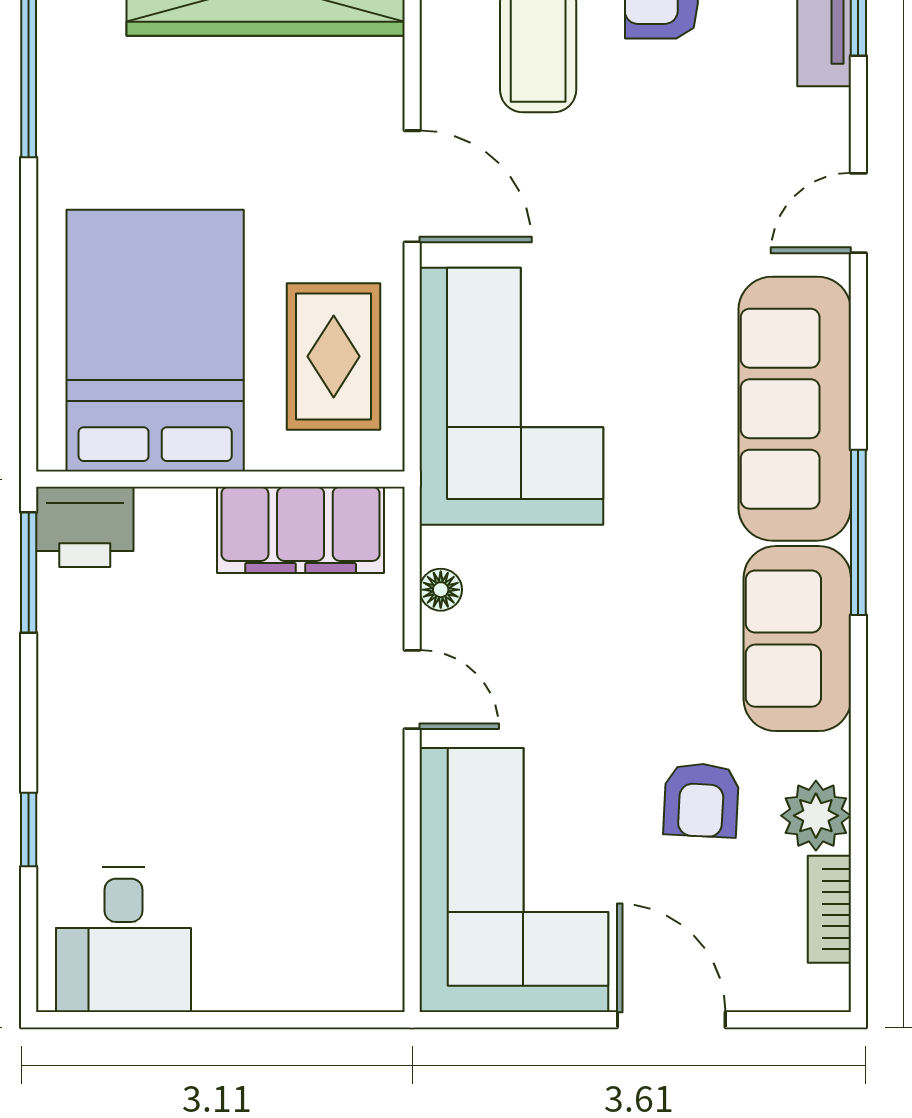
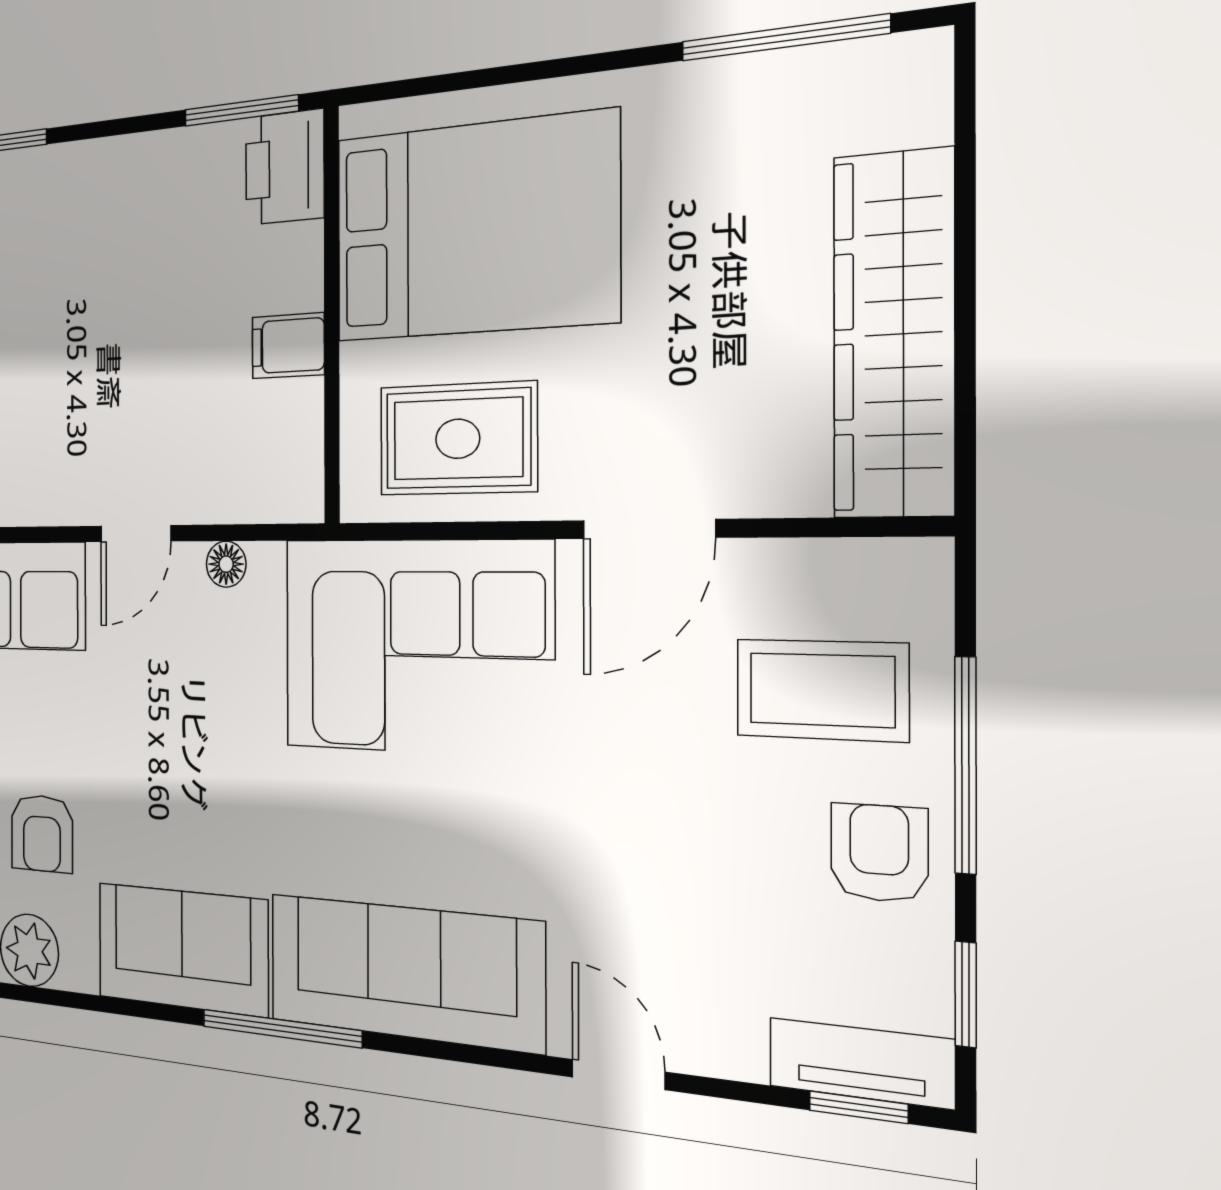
filing cabinet: (301, 530) -> (288, 346), width x0.33, depth x0.86
armchair: (701, 800) -> (42, 833), turned -93

